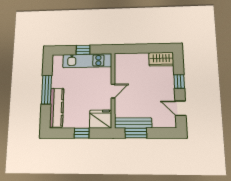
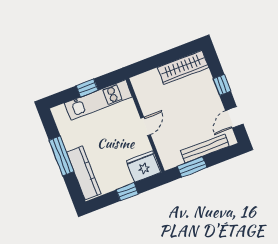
wardrobe: (161, 59) -> (183, 67), width x1.50
door: (180, 108) -> (234, 117), hinge flipped
bench: (133, 123) -> (205, 148), moved

